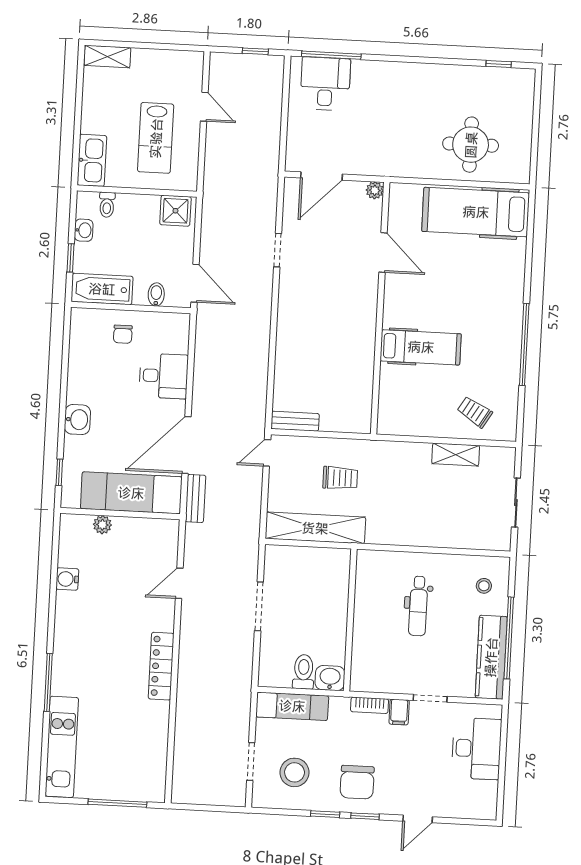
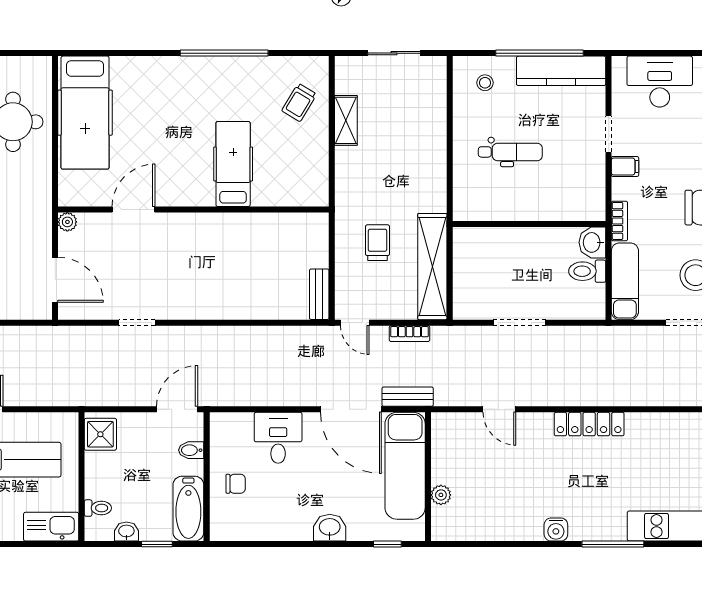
bookcase: (254, 503) -> (409, 334), added
water cooler: (67, 579) -> (556, 529), moved
bookcase: (370, 705) -> (619, 221), moved

